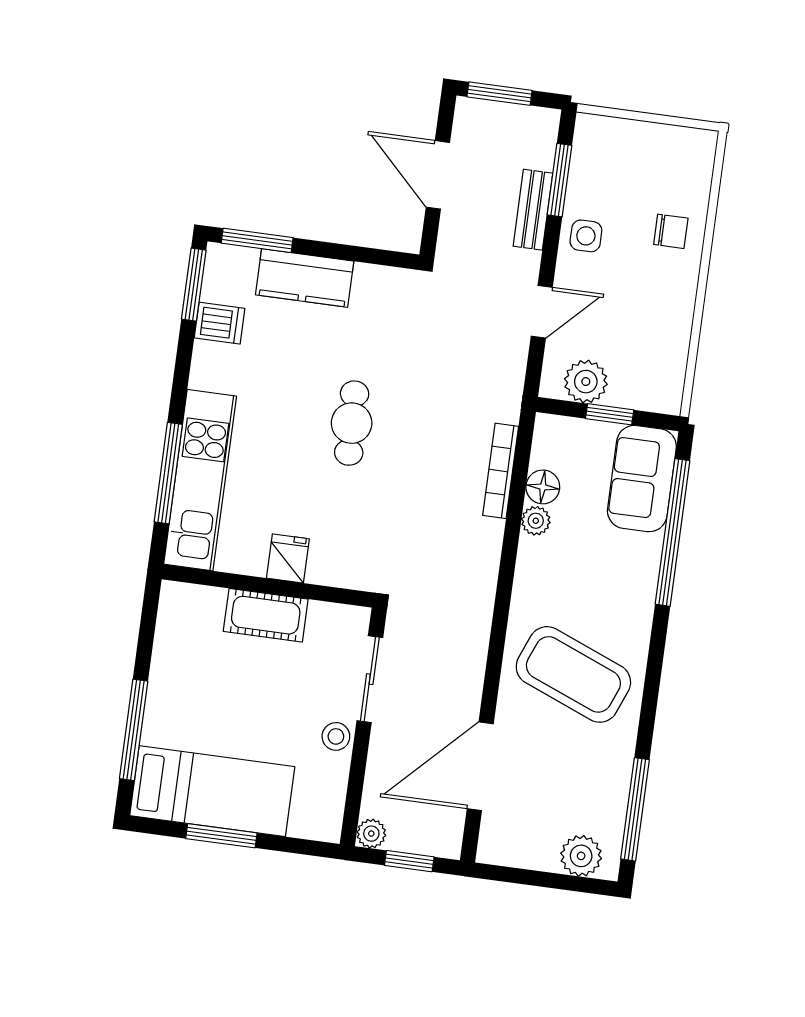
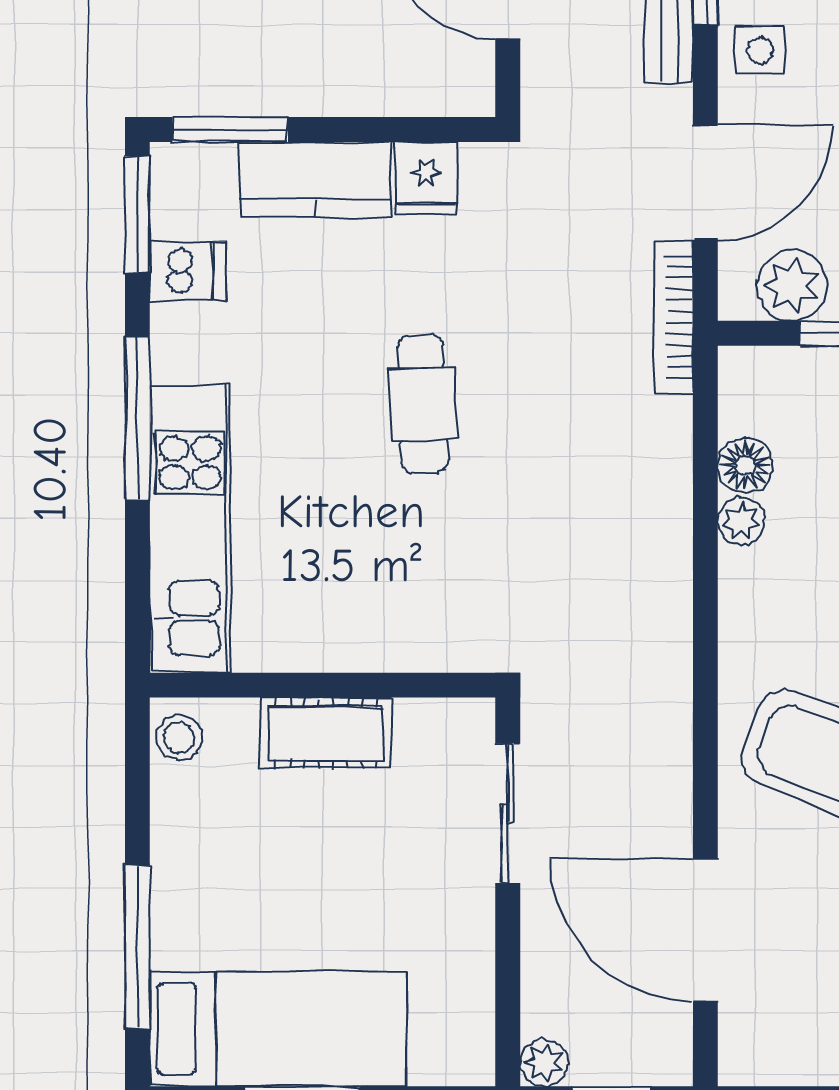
door: (542, 312) -> (705, 183), width x1.38
bookcase: (501, 471) -> (674, 317), moved
window: (168, 473) -> (137, 418), moved
fridge: (288, 558) -> (426, 178), moved, turned 180
stool: (336, 736) -> (179, 737), moved
door: (480, 766) -> (705, 930), hinge flipped

